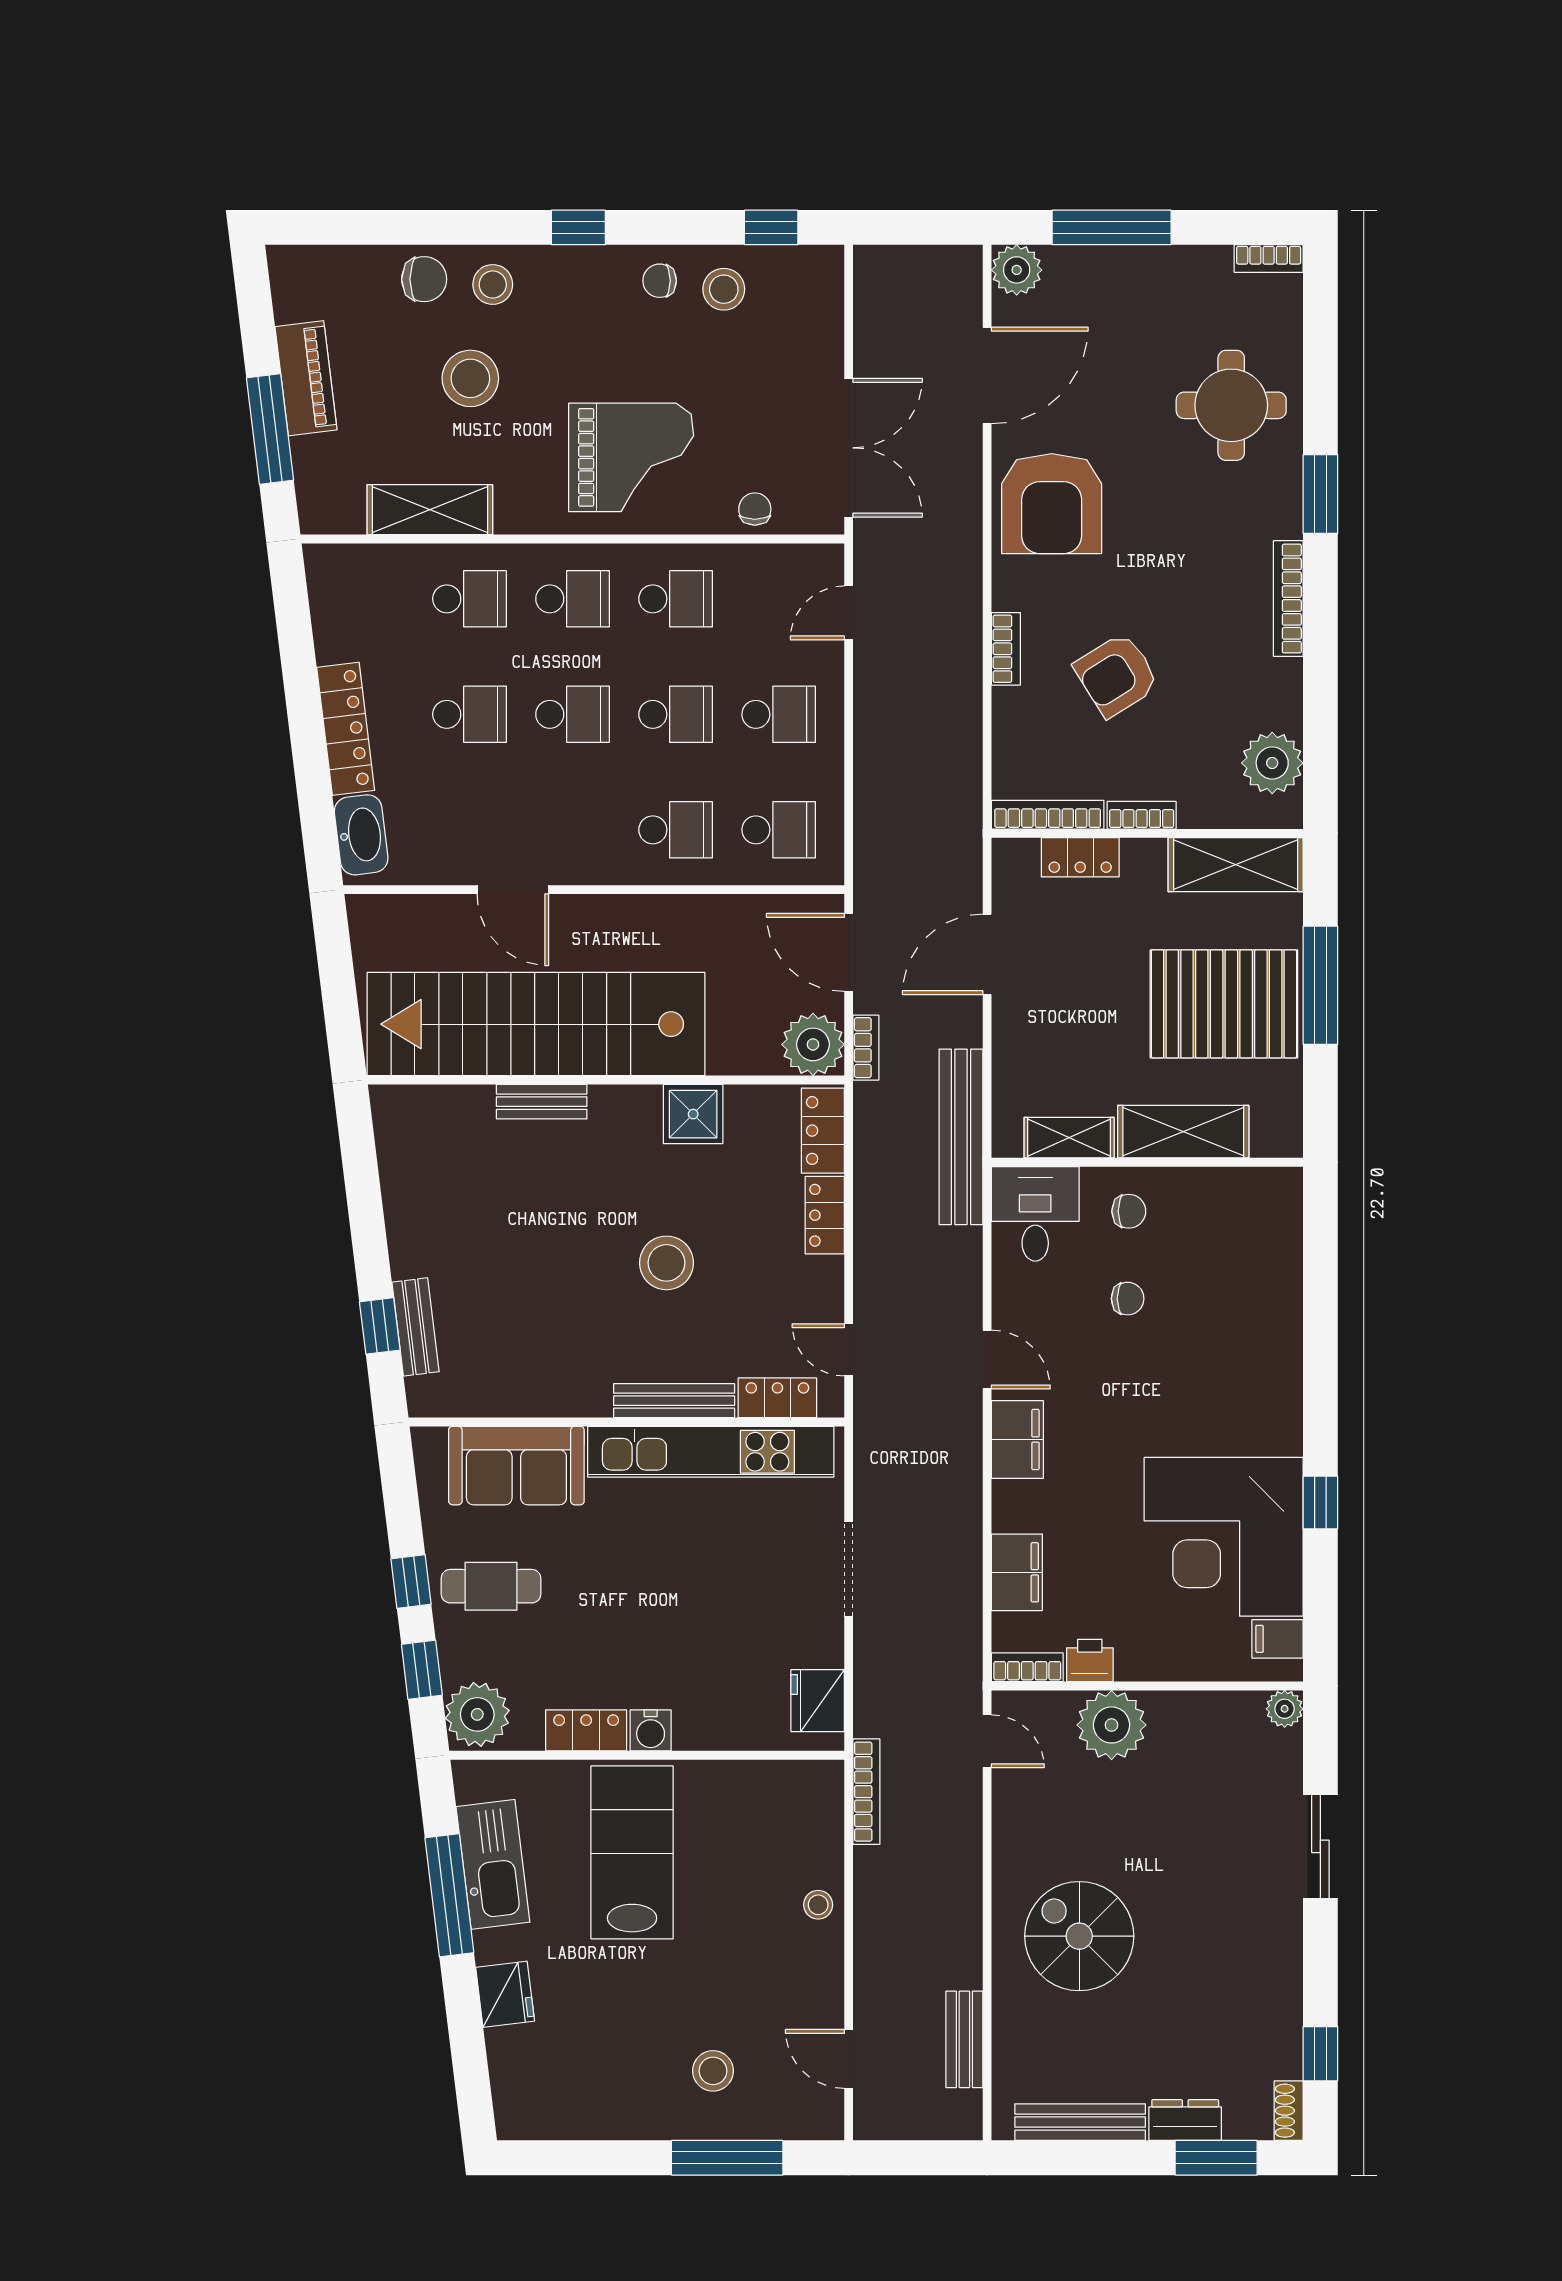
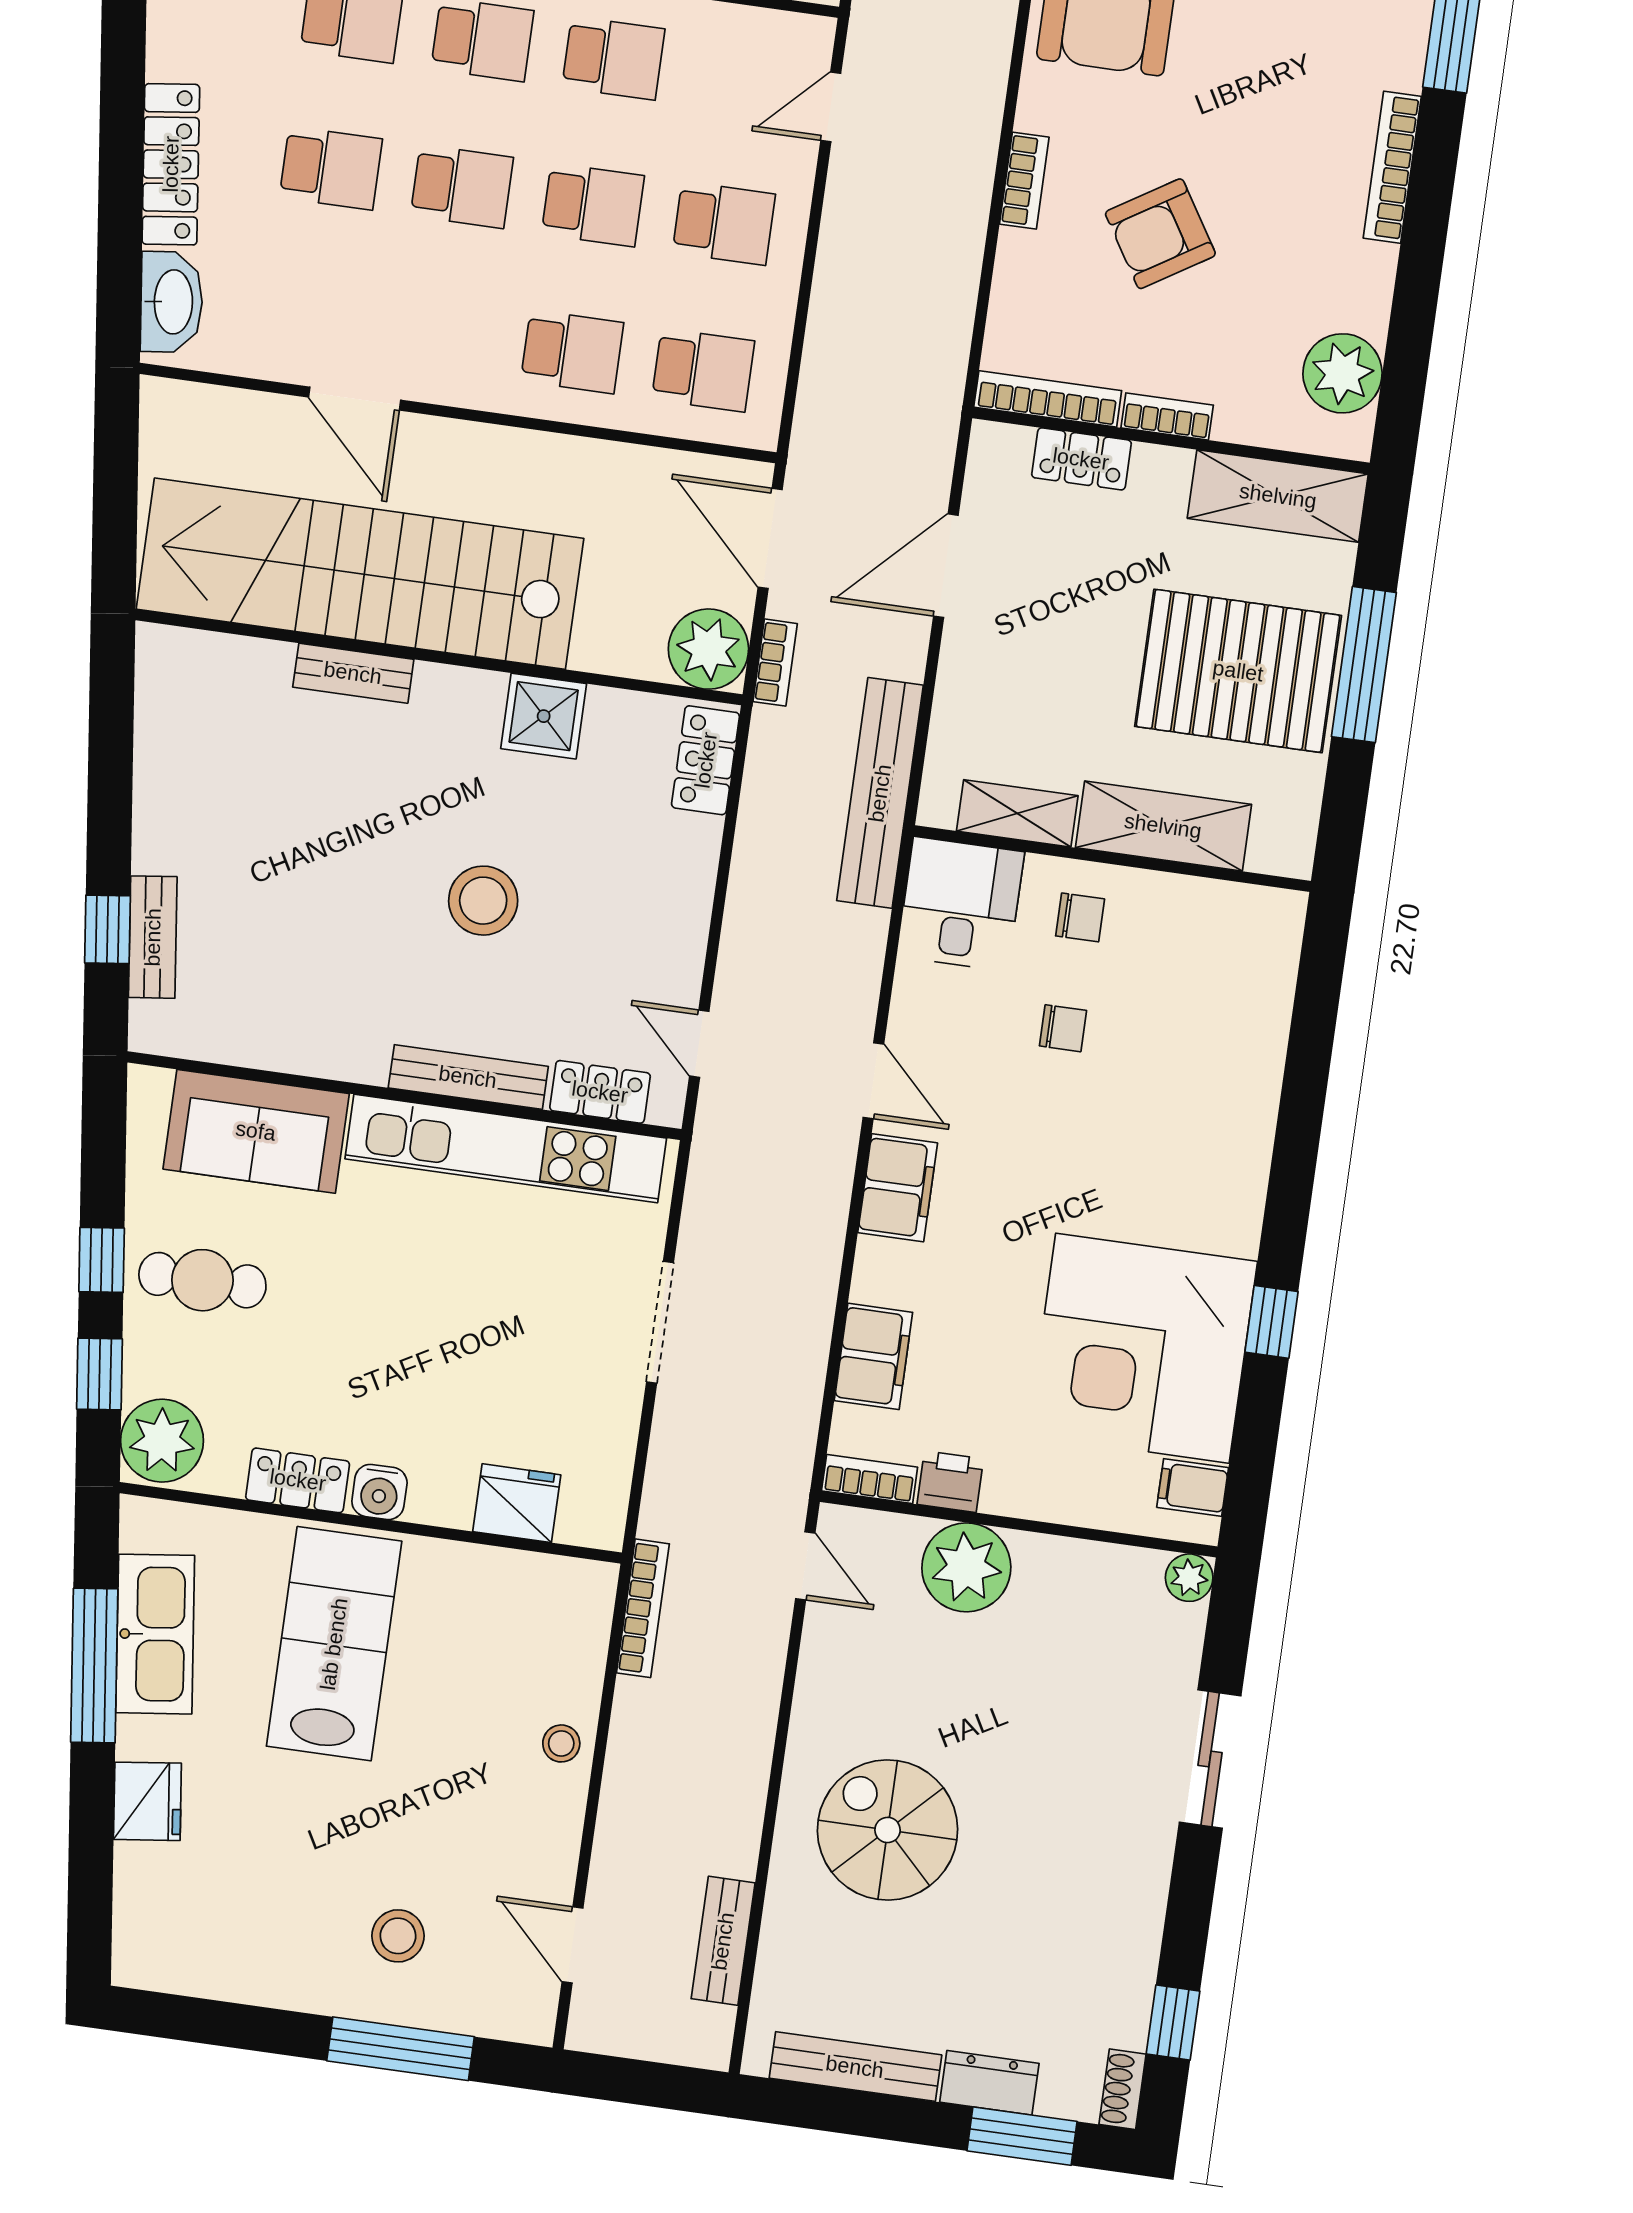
locker: (825, 1215) -> (693, 868), removed
fridge: (818, 1701) -> (517, 1503), moved, turned 90

